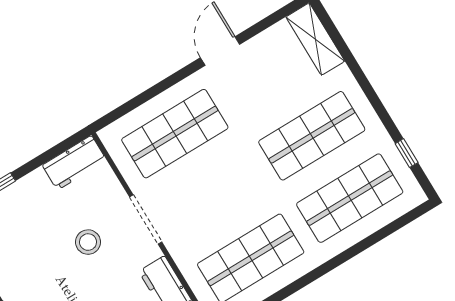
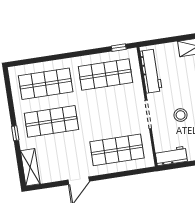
window: (407, 153) -> (15, 133), moved

